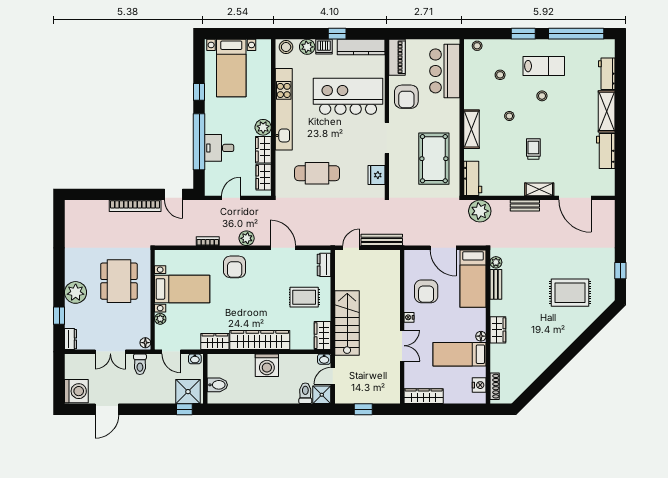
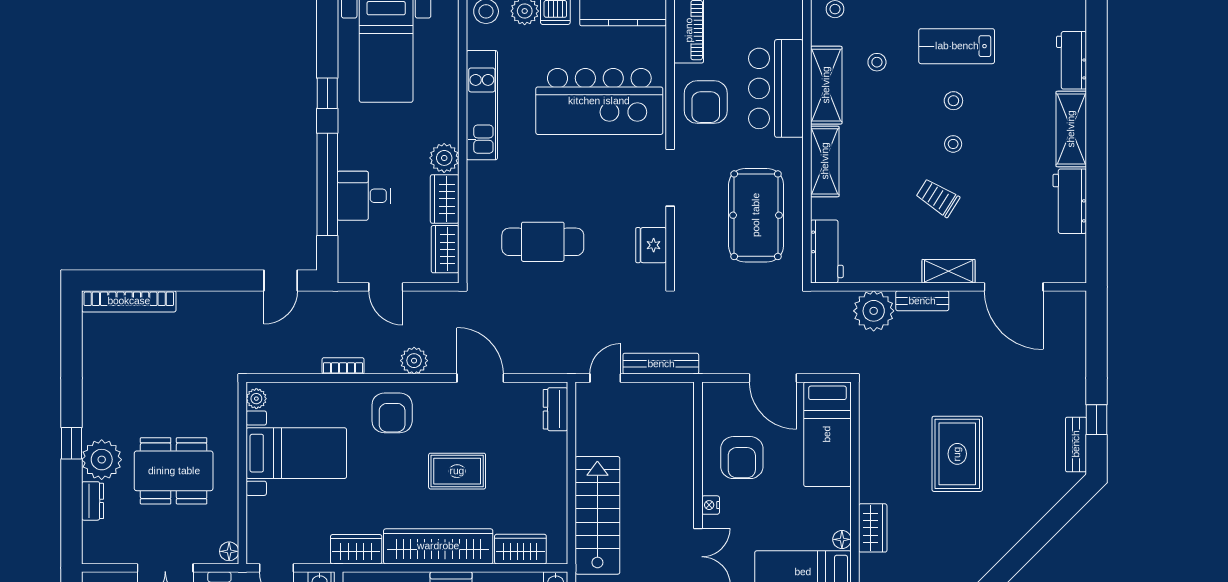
lab bench: (544, 66) -> (957, 46), turned 180
bar counter: (445, 71) -> (776, 88), moved
shelving: (472, 87) -> (826, 85), added
kitchen island: (348, 96) -> (599, 101), turned 180
kitchen unit: (284, 109) -> (482, 105), width x0.73
stool: (509, 116) -> (953, 144), moved
trolley: (533, 149) -> (938, 198), turned -58
door: (174, 194) -> (281, 281), hinge flipped
door: (231, 198) -> (386, 287), swing flipped
bookcase: (135, 206) -> (129, 301), moved
plant: (480, 211) -> (874, 311), moved
plant: (496, 262) -> (869, 405), removed
dining table: (119, 281) -> (174, 471), moved, turned 90
bench: (496, 284) -> (1076, 444), moved
rug: (570, 293) -> (957, 454), moved, turned 90
rug: (304, 297) -> (457, 471), moved
window: (59, 316) -> (72, 443), moved
plant: (160, 319) -> (256, 399), moved
wardrobe: (323, 336) -> (520, 549), moved, turned 90
dresser: (71, 339) -> (93, 501), moved

